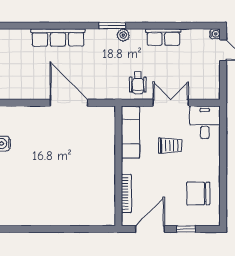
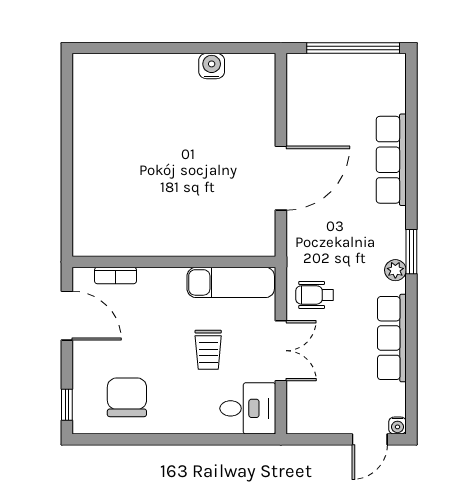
row of seats: (163, 37) -> (392, 338), width x1.48
bookcase: (126, 193) -> (115, 276), width x0.64
window: (186, 229) -> (67, 405), moved

